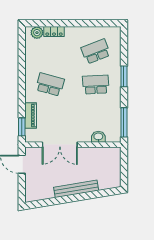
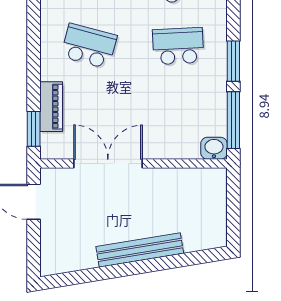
window: (124, 76) -> (233, 61), moved
washbasin: (98, 137) -> (214, 148), moved
double door: (60, 145) -> (108, 164), swing flipped

